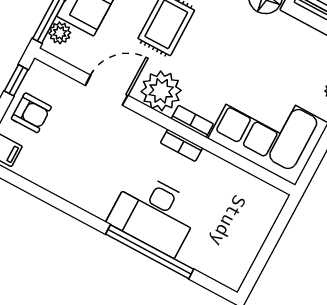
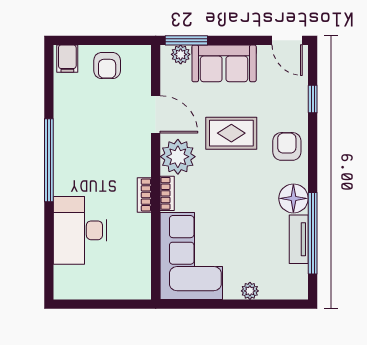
window: (16, 80) -> (126, 40), removed
desk: (154, 214) -> (80, 230), moved
window: (150, 252) -> (49, 160), moved

